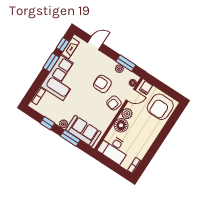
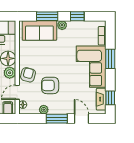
door: (95, 43) -> (81, 119), swing flipped
window: (51, 62) -> (110, 59), moved
window: (126, 63) -> (57, 119), moved
armchair: (102, 84) -> (50, 85), turned 180

